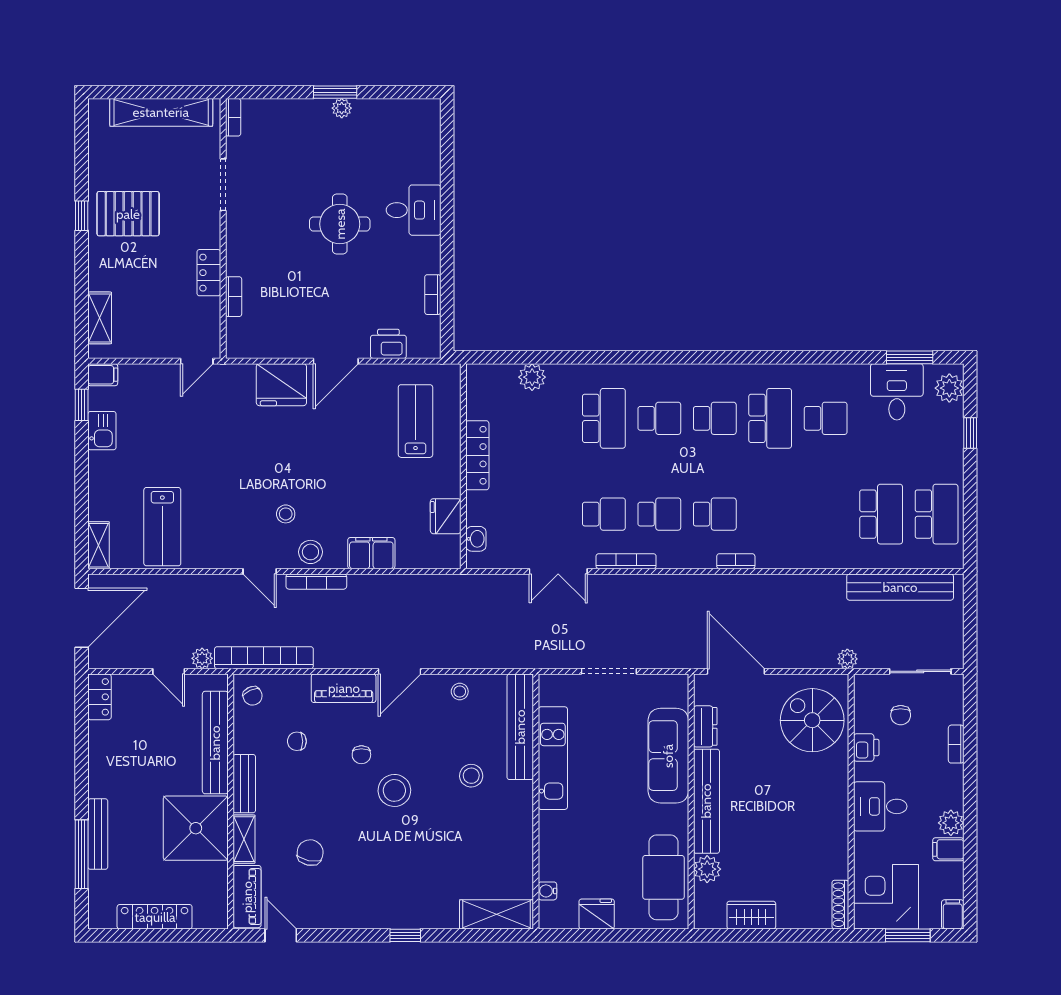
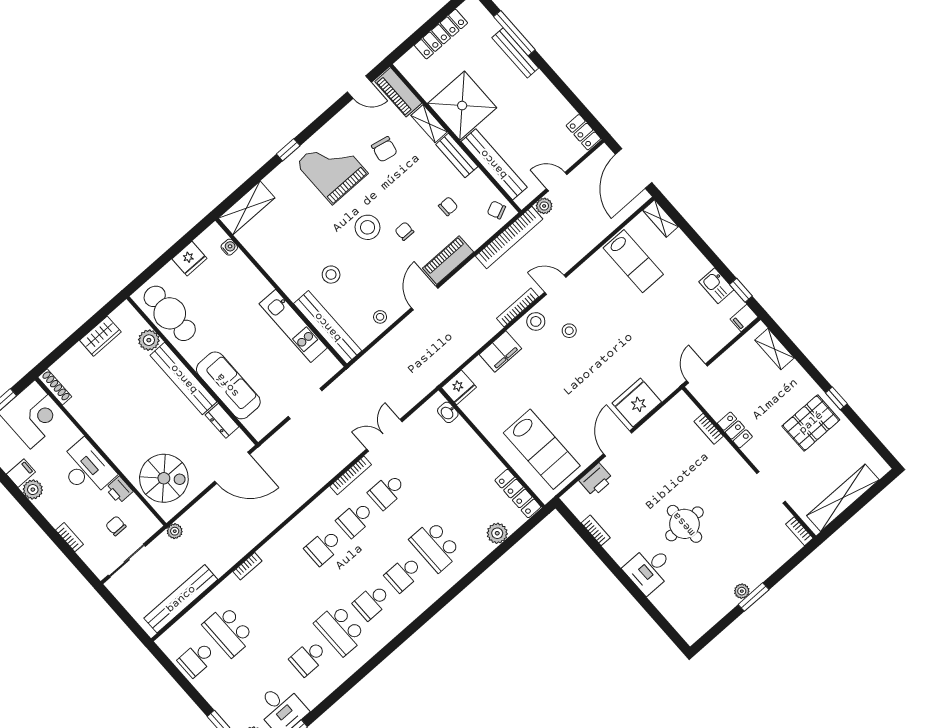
lab bench: (415, 421) -> (542, 449), width x1.36, depth x1.39
locker: (477, 455) -> (518, 494), moved
school desk: (937, 514) -> (197, 659), width x0.54
fridge: (446, 516) -> (459, 387), moved, turned 90
lab bench: (162, 527) -> (633, 261), turned 180
bookcase: (736, 561) -> (247, 566), moved
desk: (880, 806) -> (86, 469), width x1.37
grand piano: (378, 879) -> (332, 168), added

